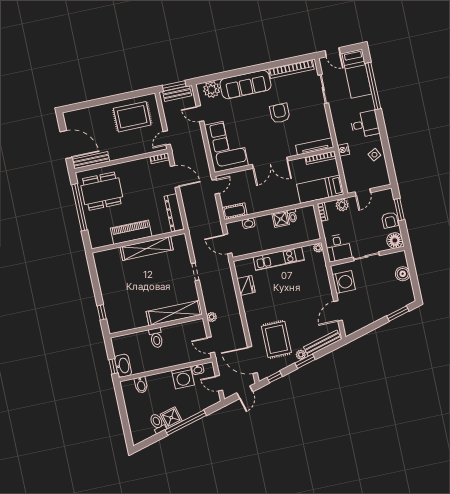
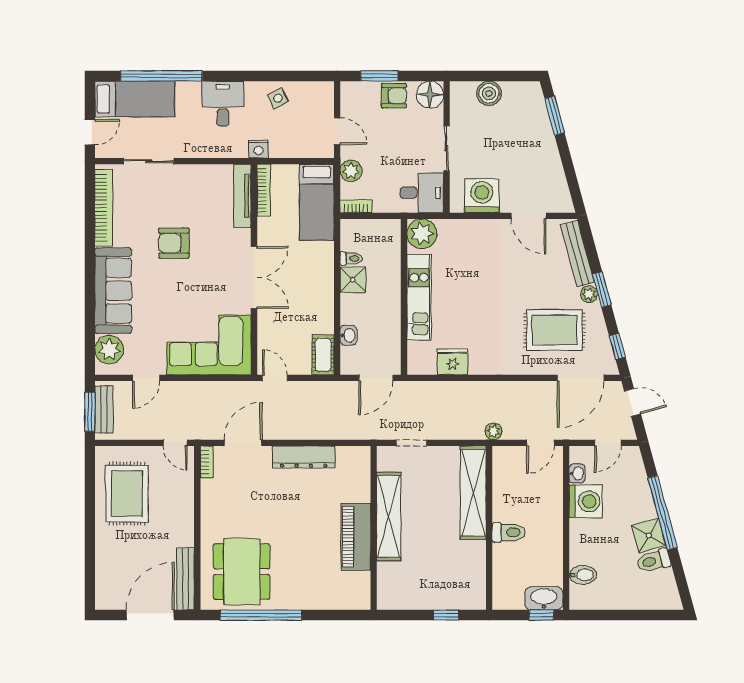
piano: (131, 232) -> (356, 537), moved
wall: (138, 241) -> (374, 528), moved
shelving: (147, 248) -> (389, 516), moved
plant: (318, 248) -> (422, 234), width x1.88, depth x1.88

